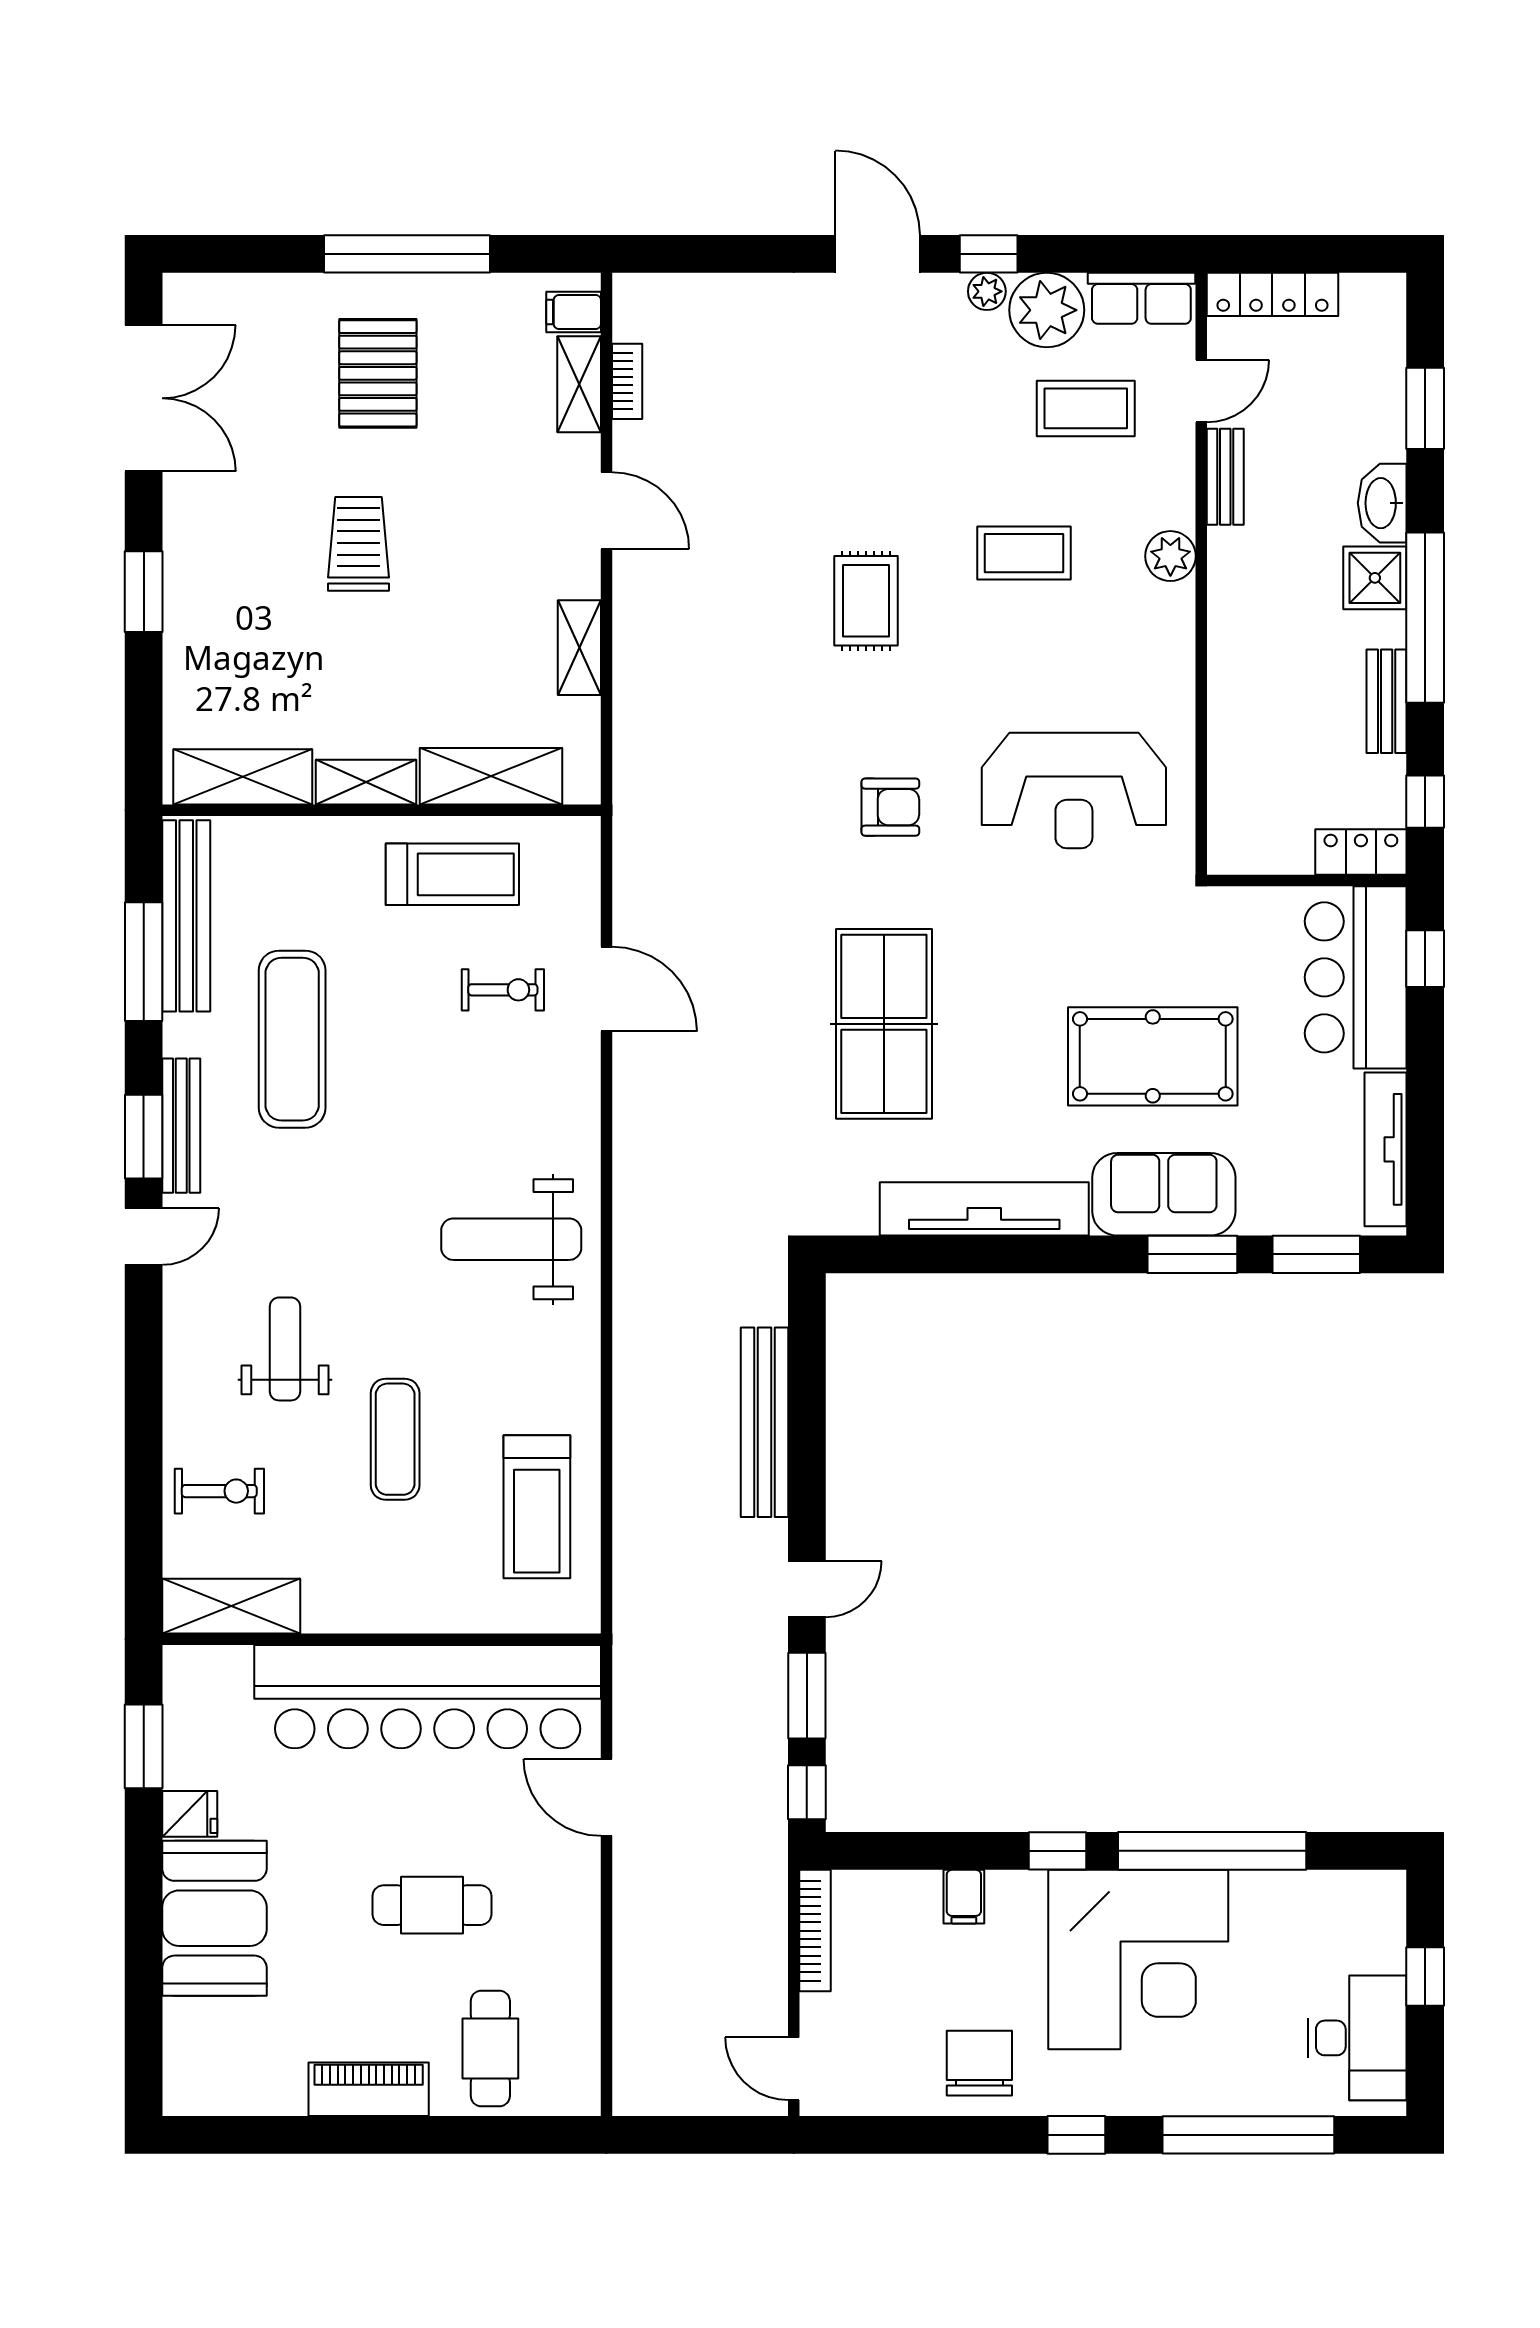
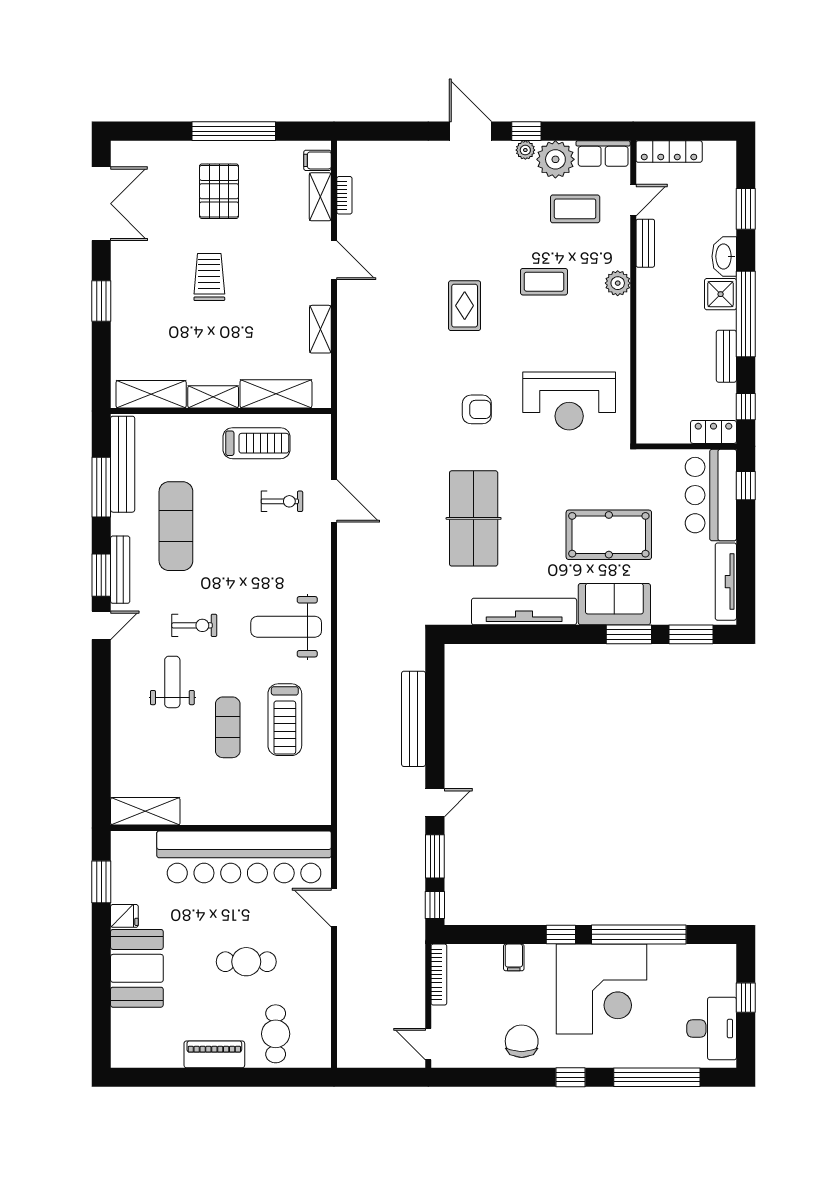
exercise bike: (219, 1491) -> (194, 625), moved
treadmill: (537, 1507) -> (285, 720), moved

